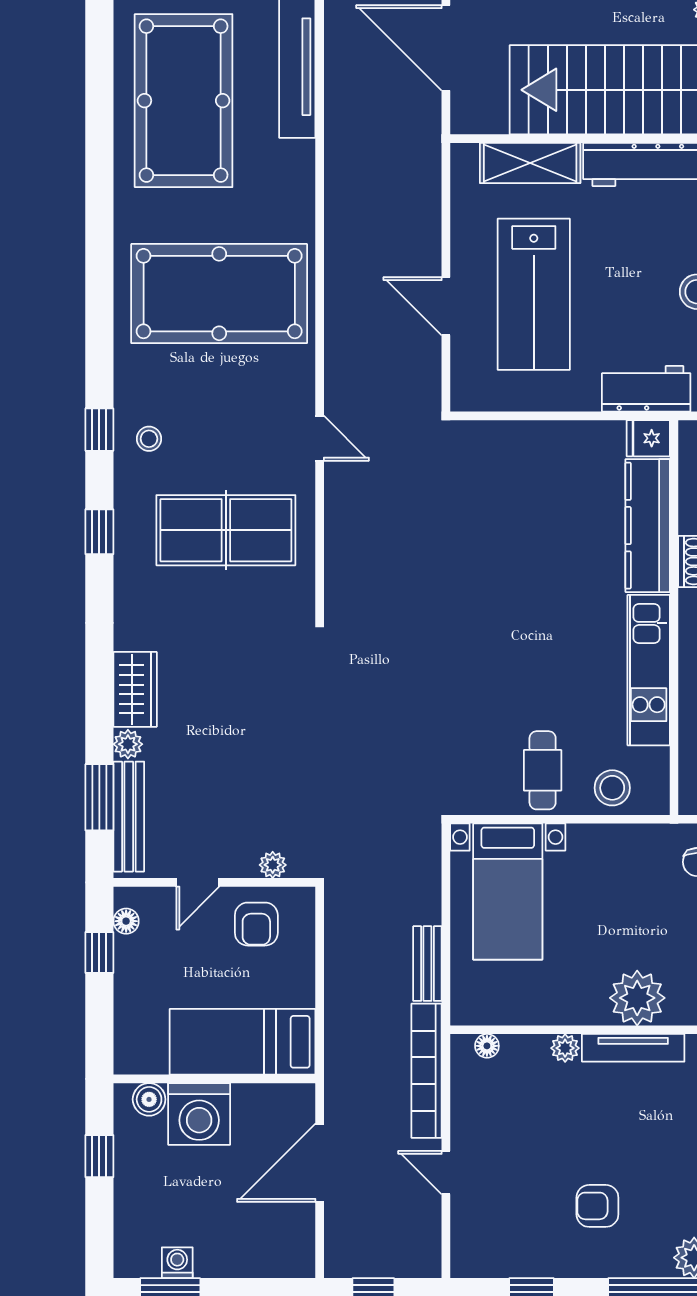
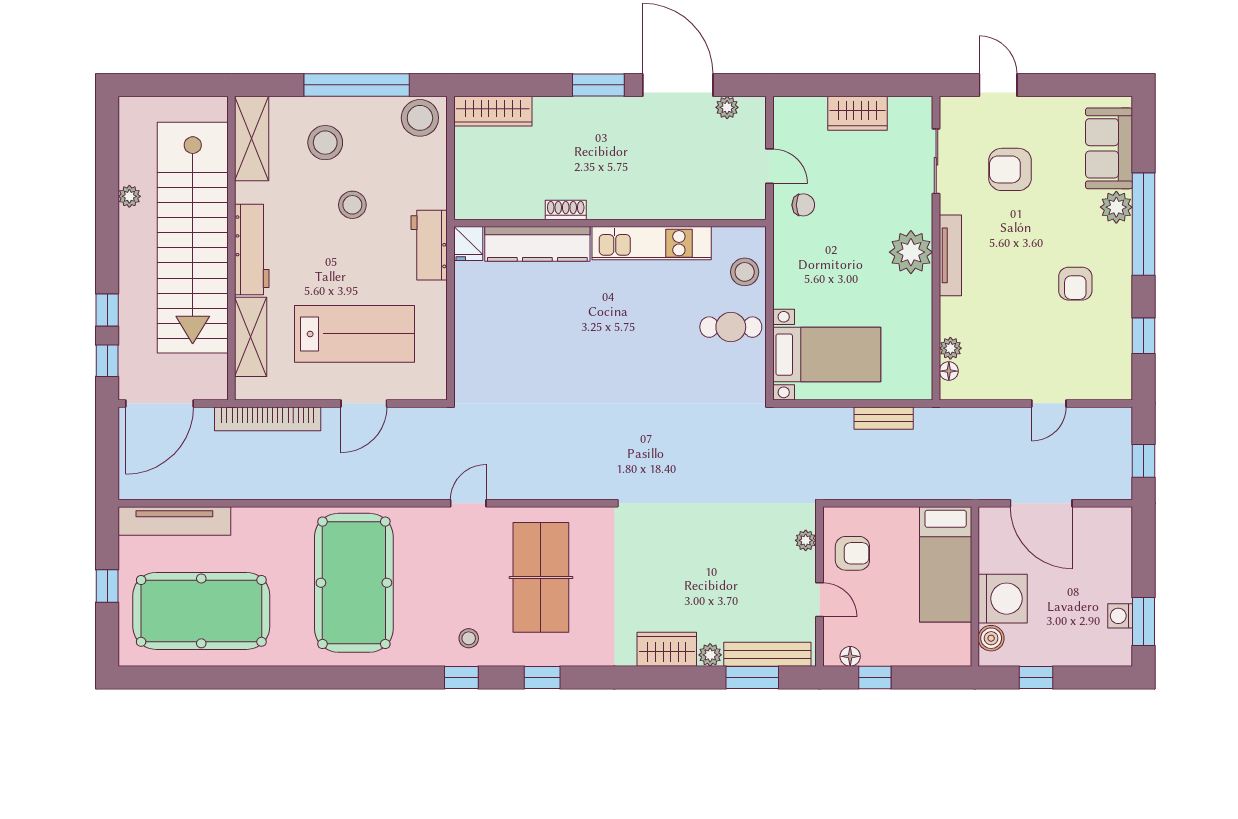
plant: (565, 1048) -> (950, 348), moved
bookcase: (427, 1071) -> (268, 419), moved

